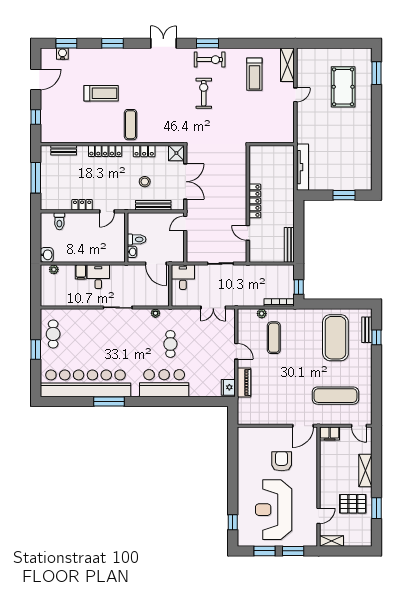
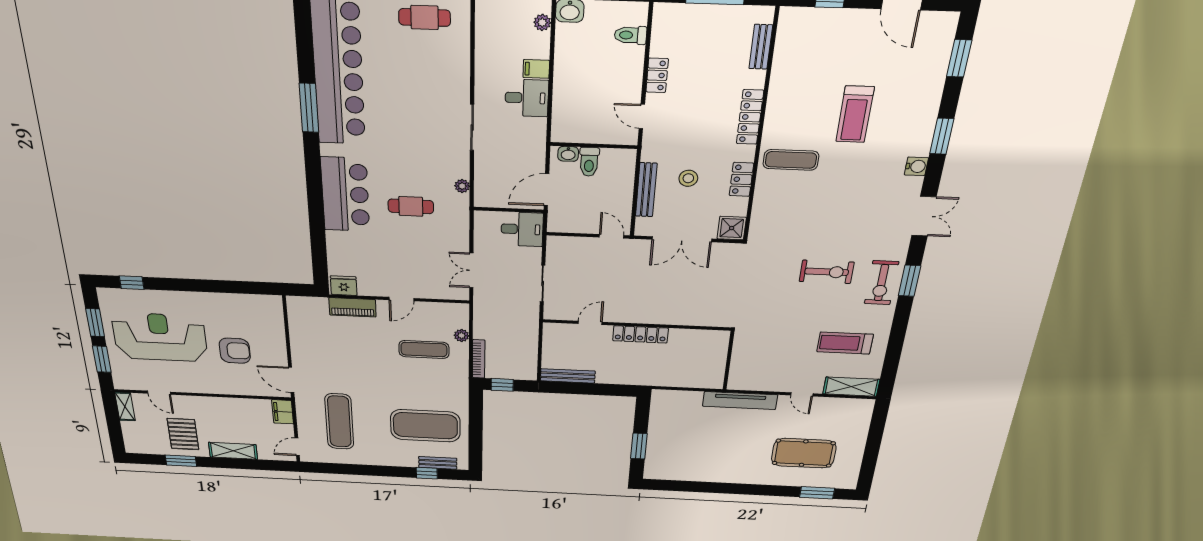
water cooler: (62, 54) -> (916, 166), moved
tv unit: (302, 167) -> (740, 401), moved

